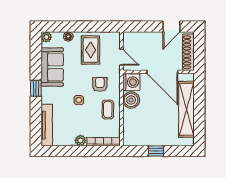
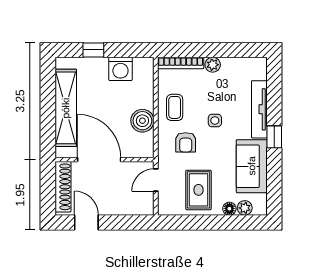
door: (171, 27) -> (86, 222), hinge flipped
plant: (46, 37) -> (245, 208), moved
door: (121, 57) -> (156, 180), hinge flipped
washing machine: (131, 82) -> (120, 69), moved, turned -90
tv unit: (47, 125) -> (259, 109), moved
window: (156, 151) -> (93, 50), moved

